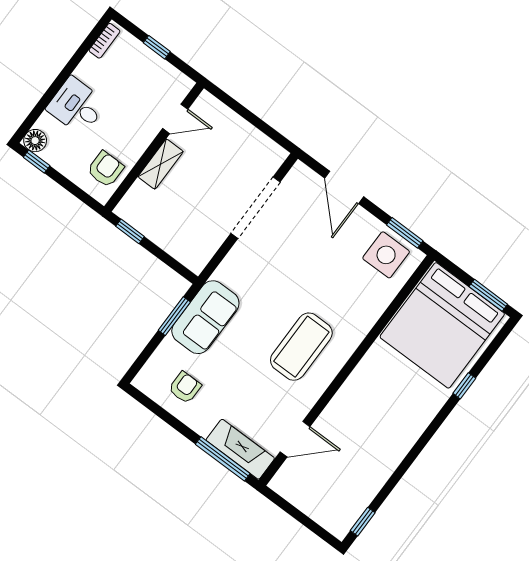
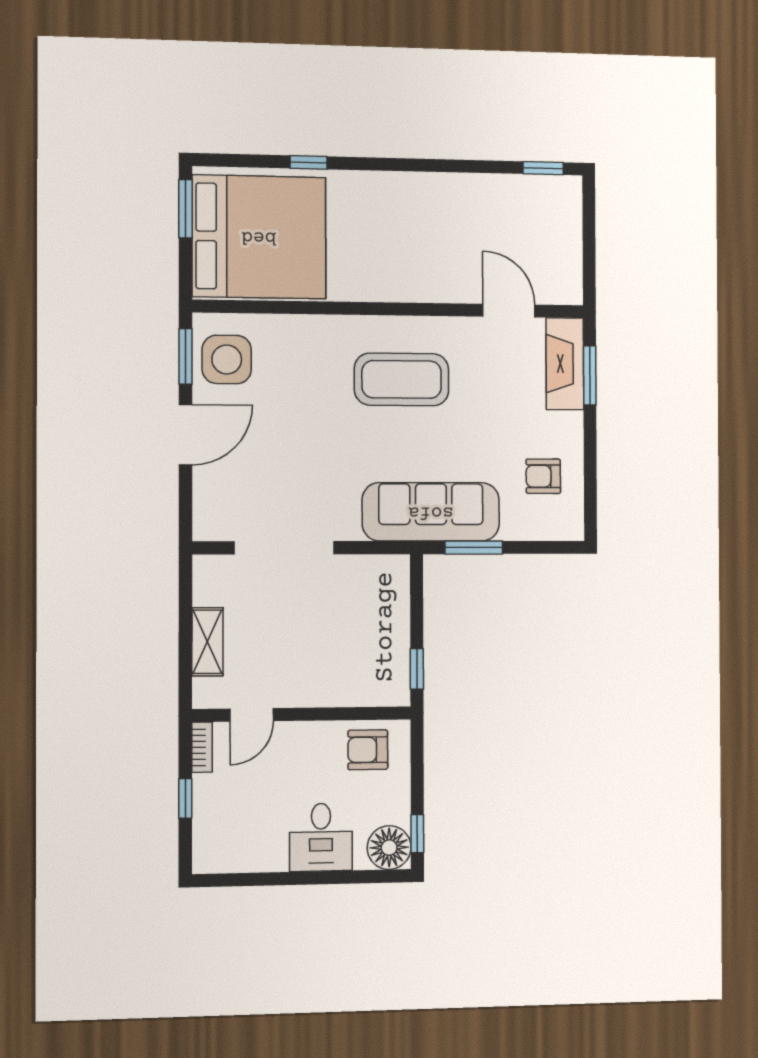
bookcase: (104, 41) -> (202, 747), moved, turned 90
door: (175, 119) -> (252, 715), swing flipped
floor lamp: (35, 141) -> (389, 848), width x1.38, depth x1.38
shelving: (161, 164) -> (207, 642), moved, turned 90
door: (344, 187) -> (185, 435), moved
sofa: (205, 317) -> (431, 512), width x1.36
window: (223, 459) -> (590, 375), width x0.69

